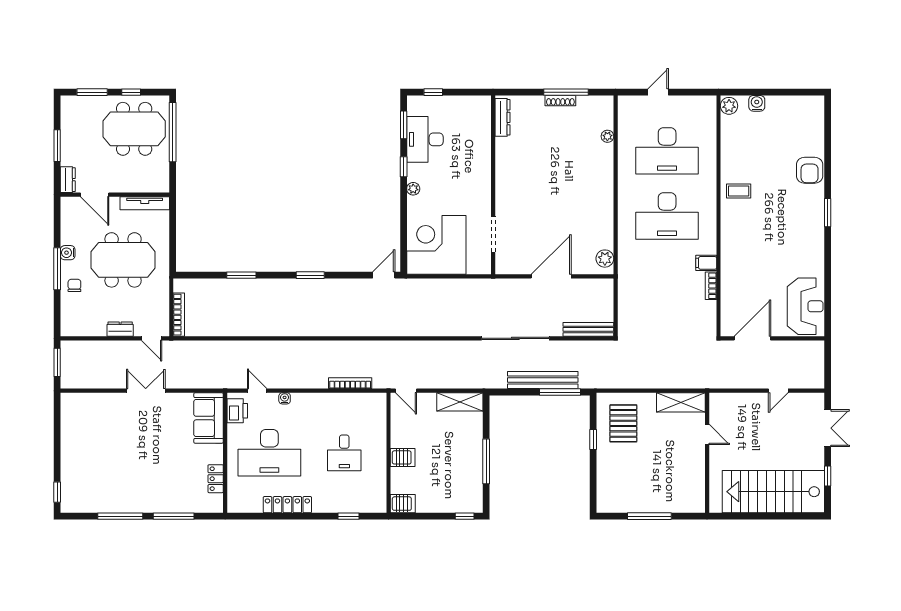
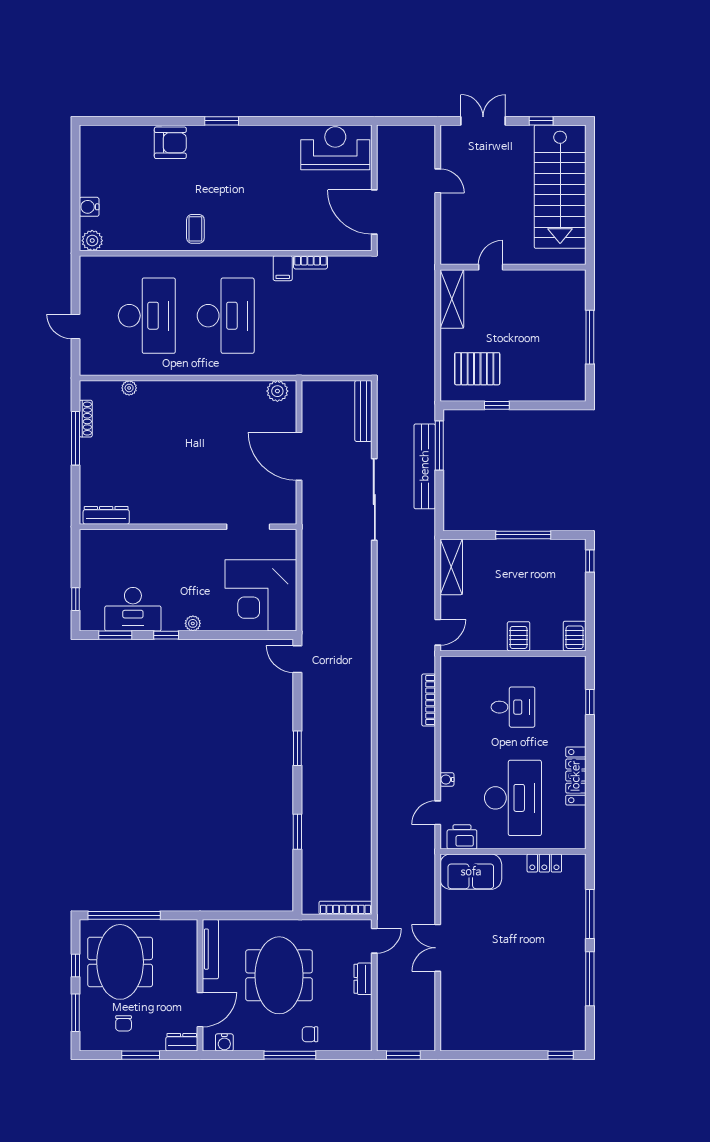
shoe rack: (560, 101) -> (86, 419), moved
chair: (83, 132) -> (124, 1023), added
water cooler: (68, 253) -> (224, 1042), moved

